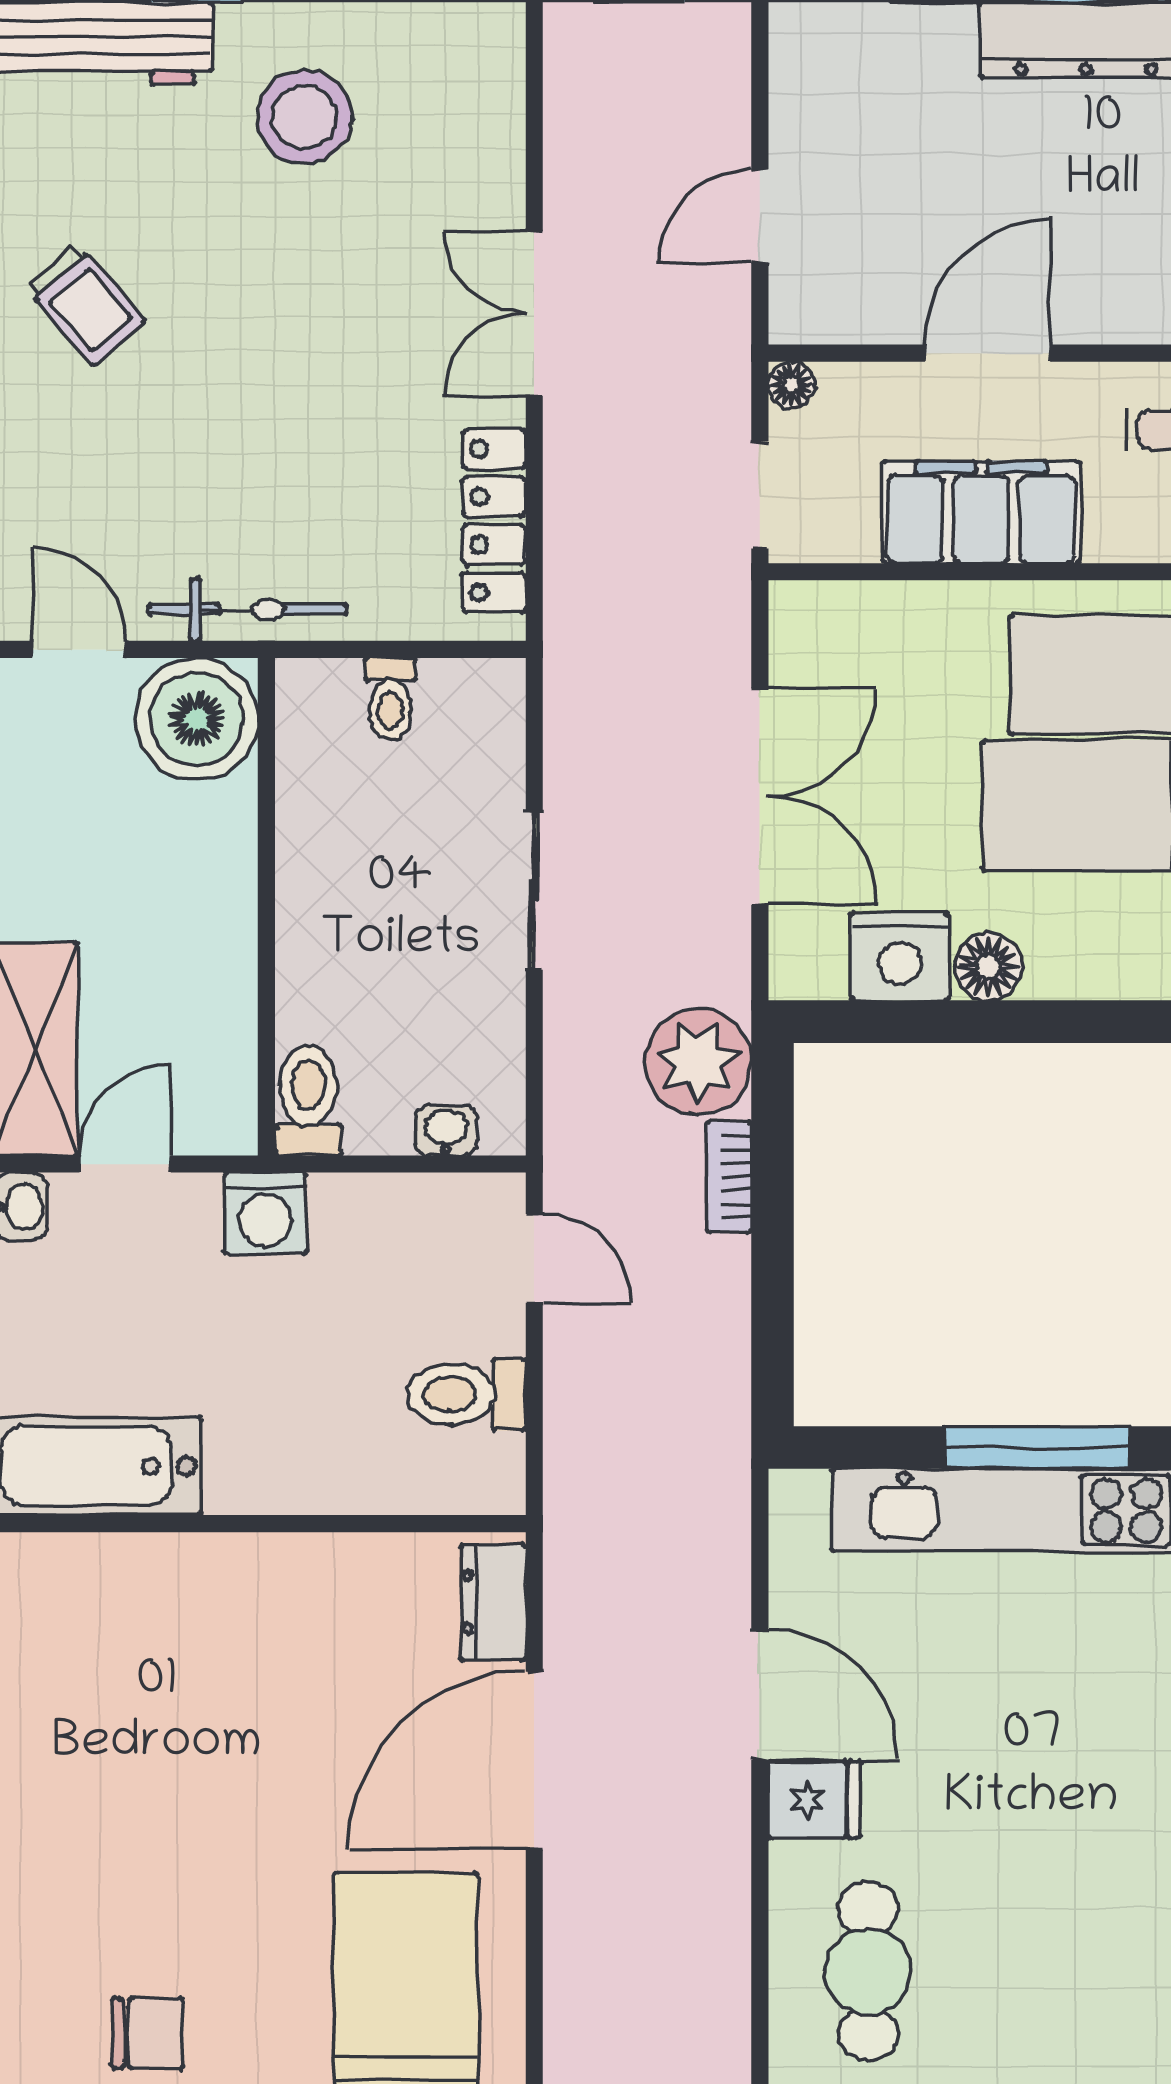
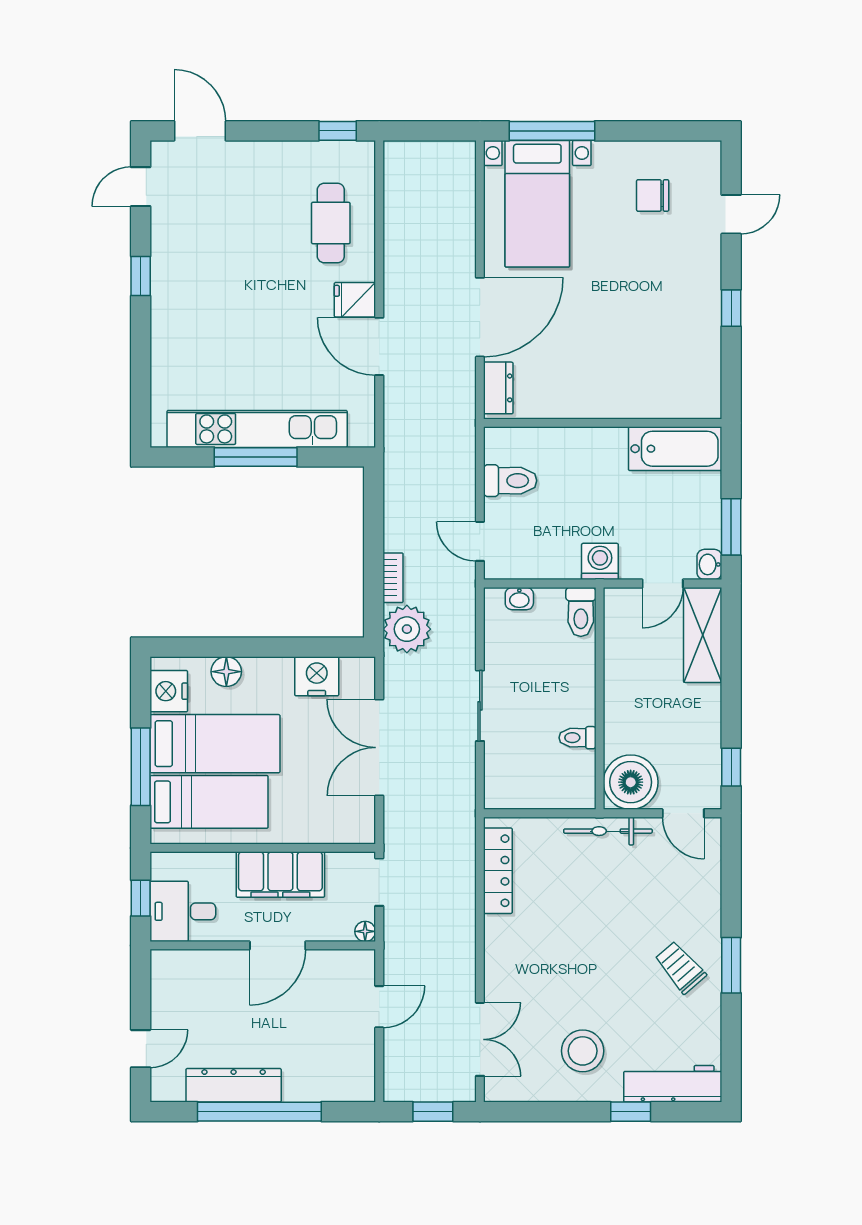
double door: (534, 314) -> (480, 1039), moved
toilet: (390, 699) -> (577, 738), moved, turned -90
floor lamp: (988, 967) -> (226, 672), moved

